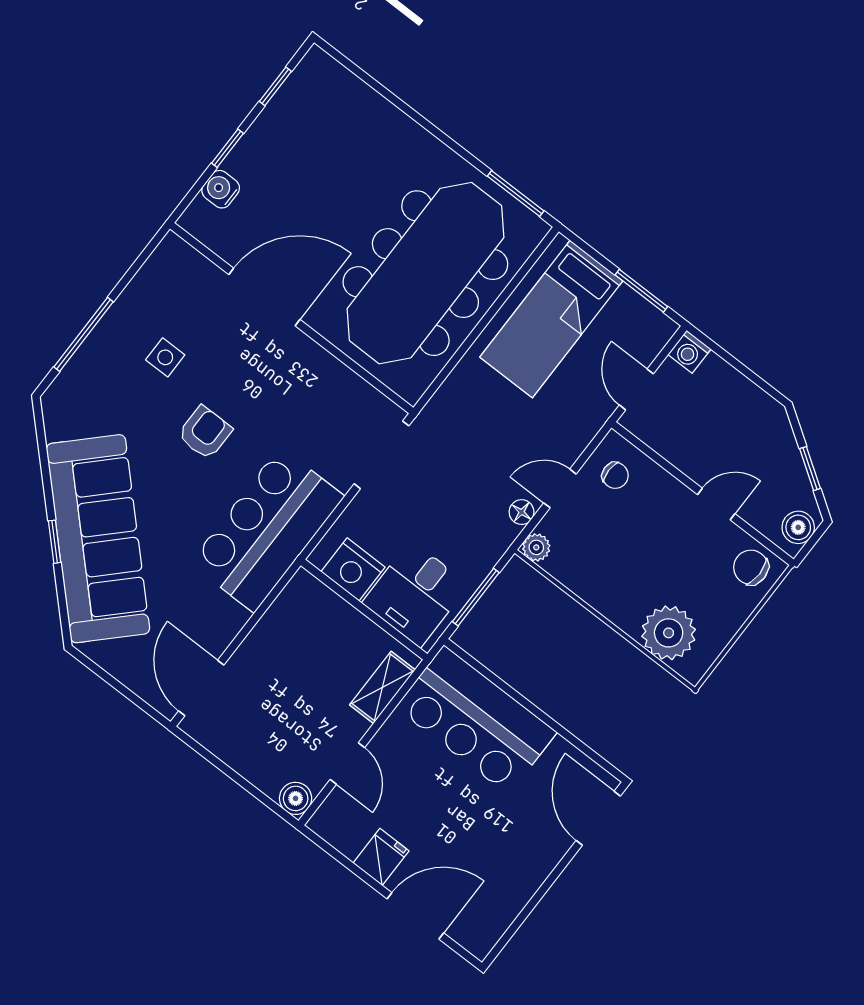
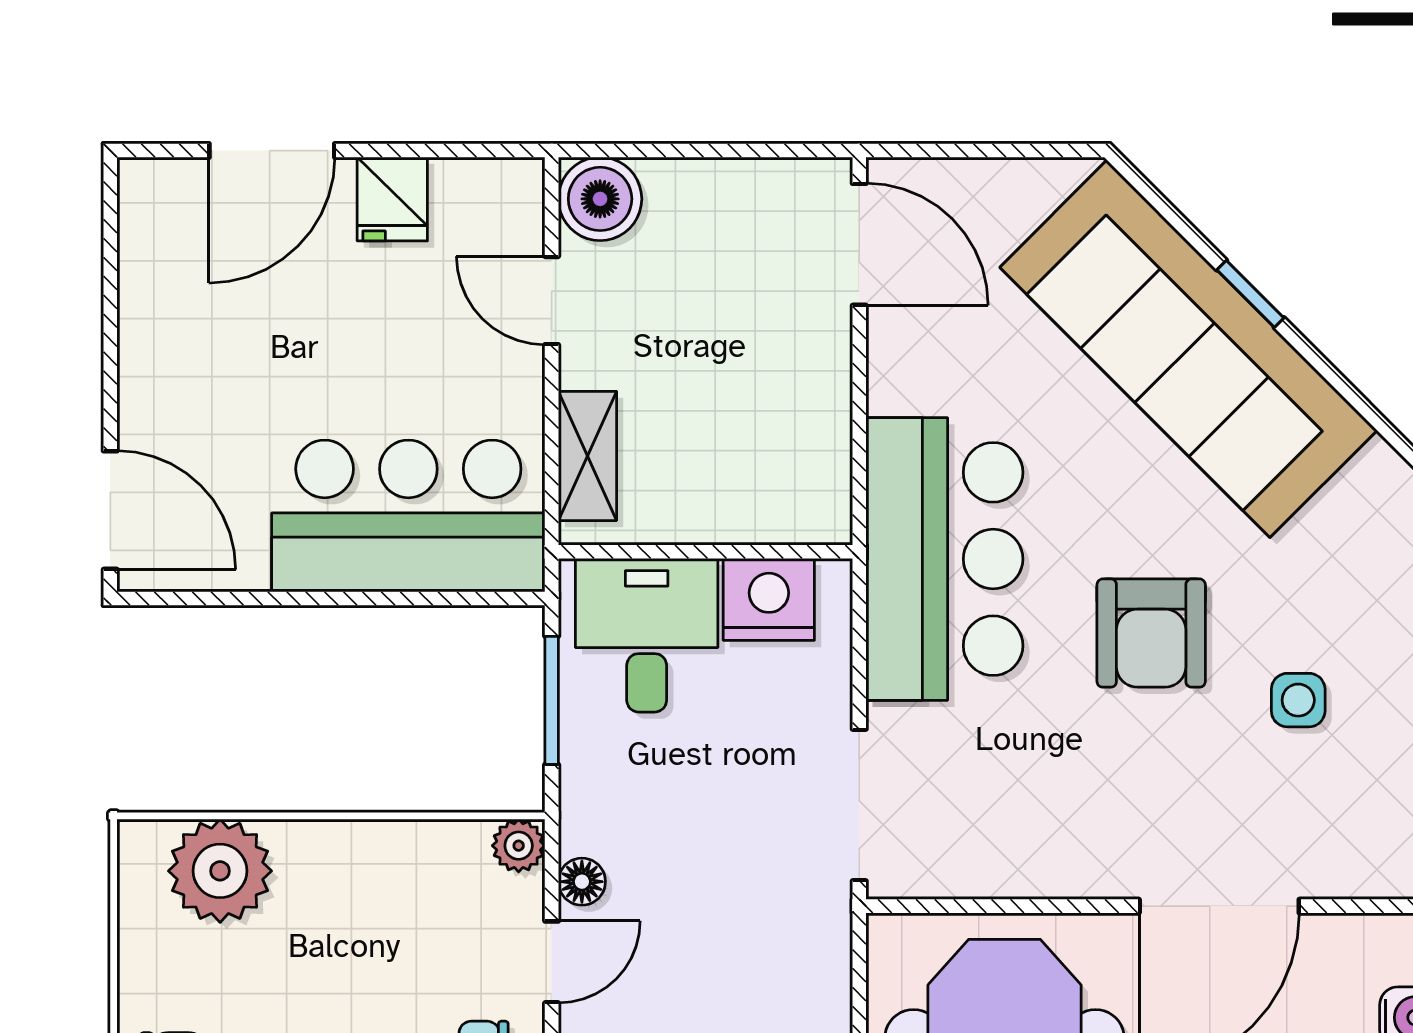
armchair: (205, 432) -> (1151, 633), width x1.38, depth x1.38
boiler: (296, 798) -> (600, 199), width x1.36, depth x1.36

